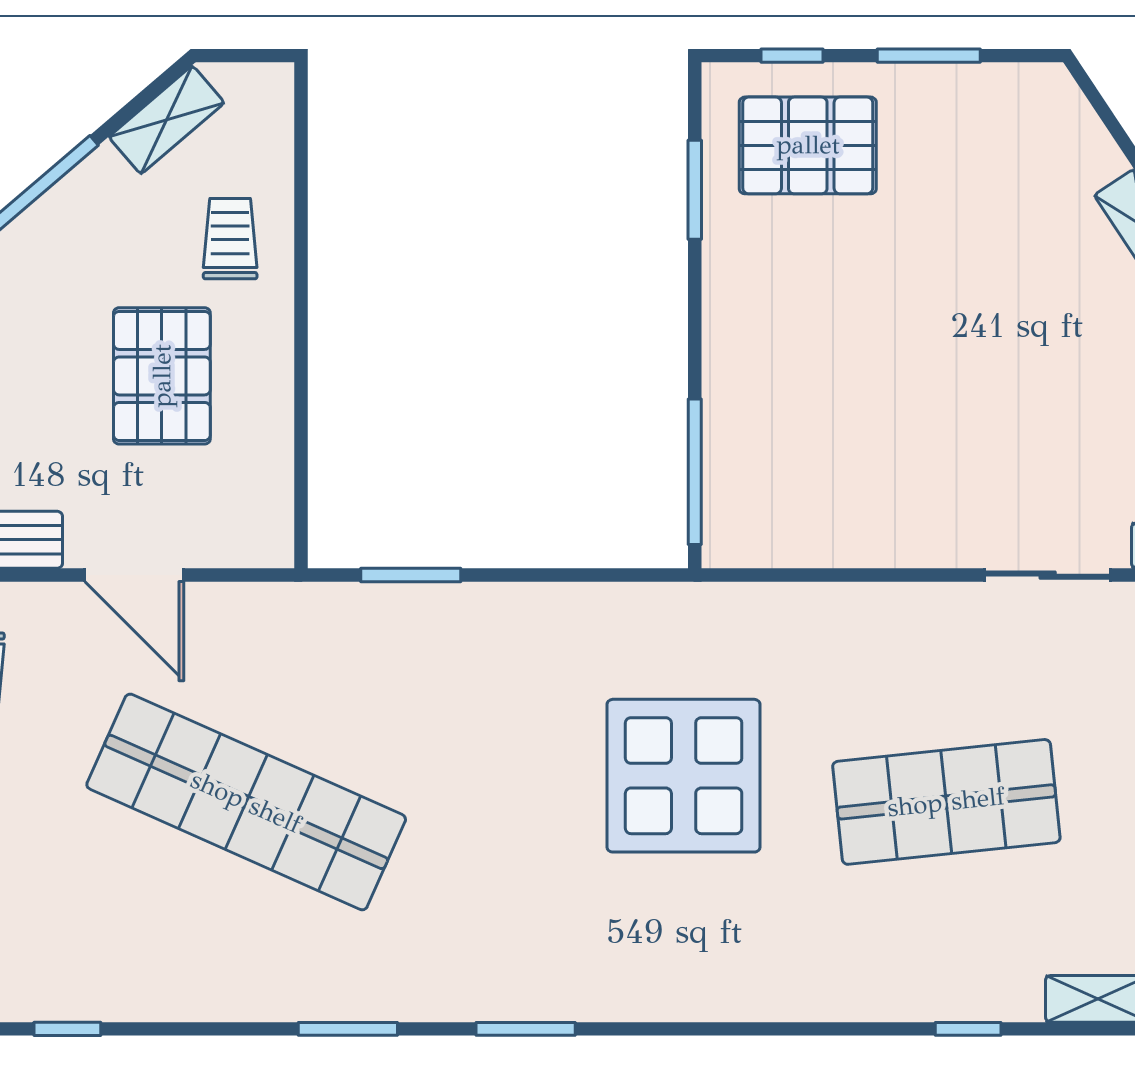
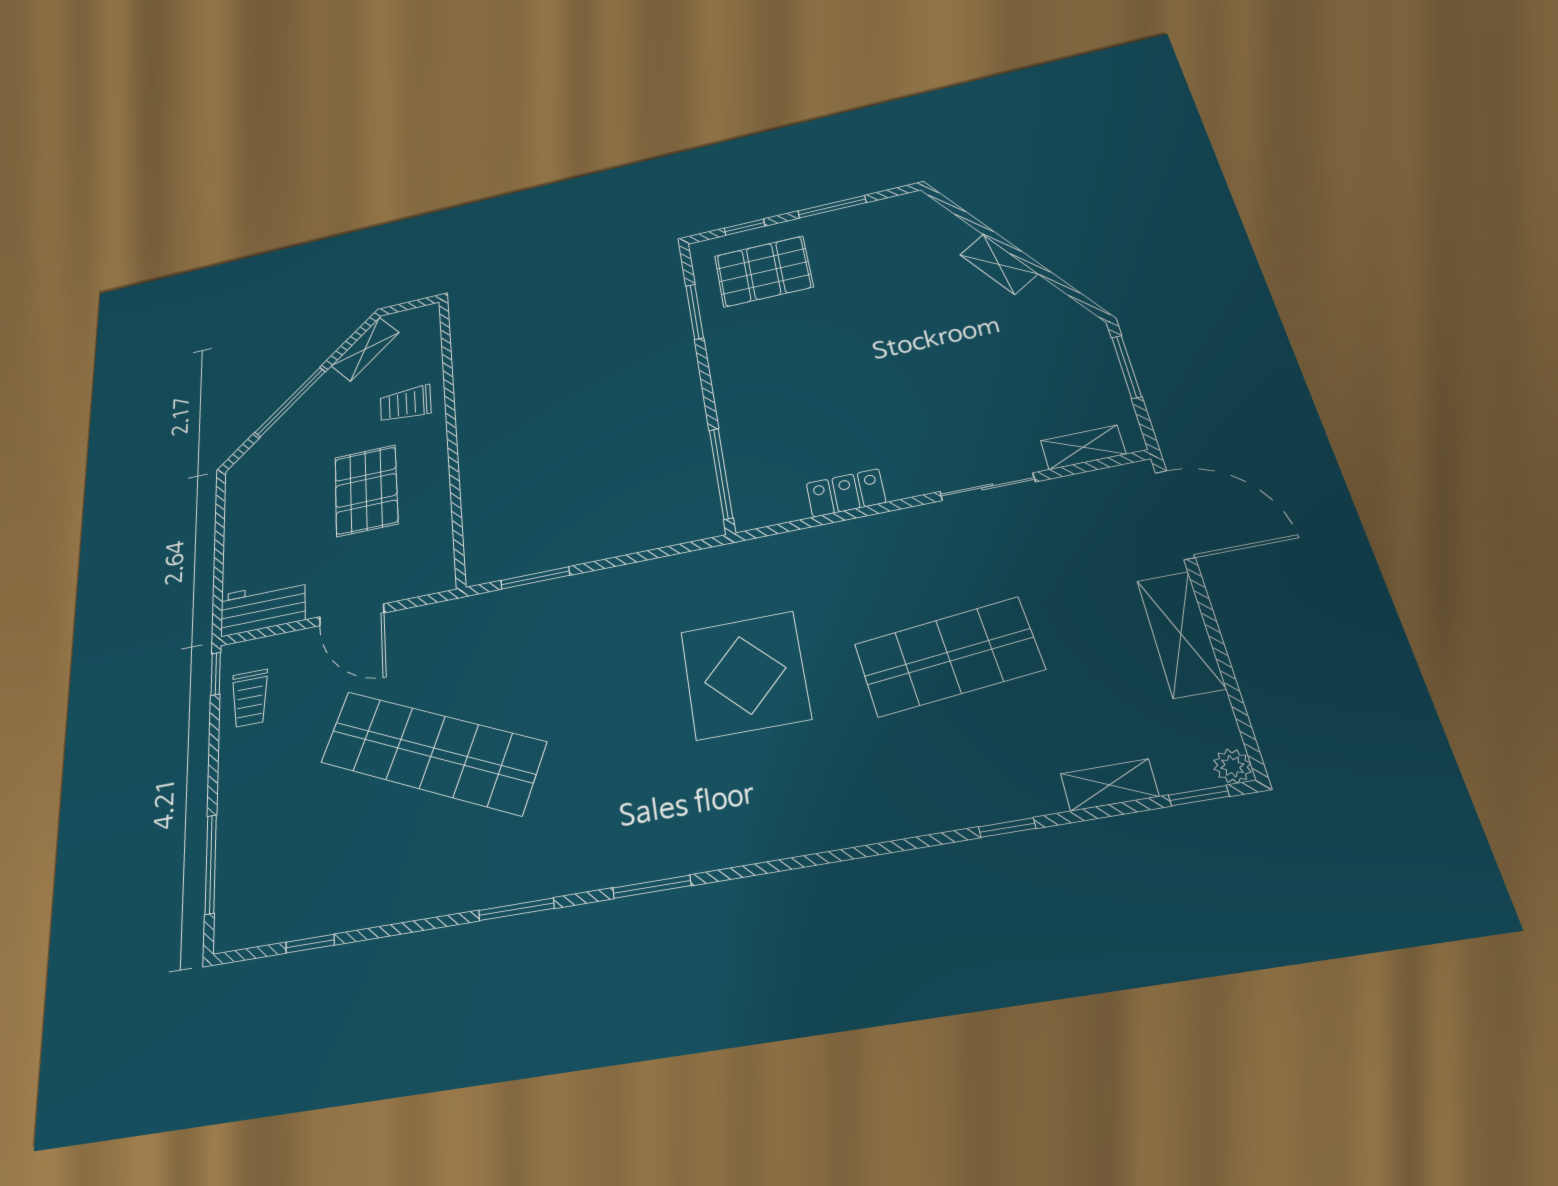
trolley: (230, 239) -> (406, 404), turned -90
locker: (861, 541) -> (846, 493), added

